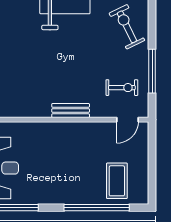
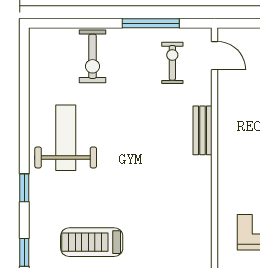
exercise bike: (127, 27) -> (92, 56), turned -64

